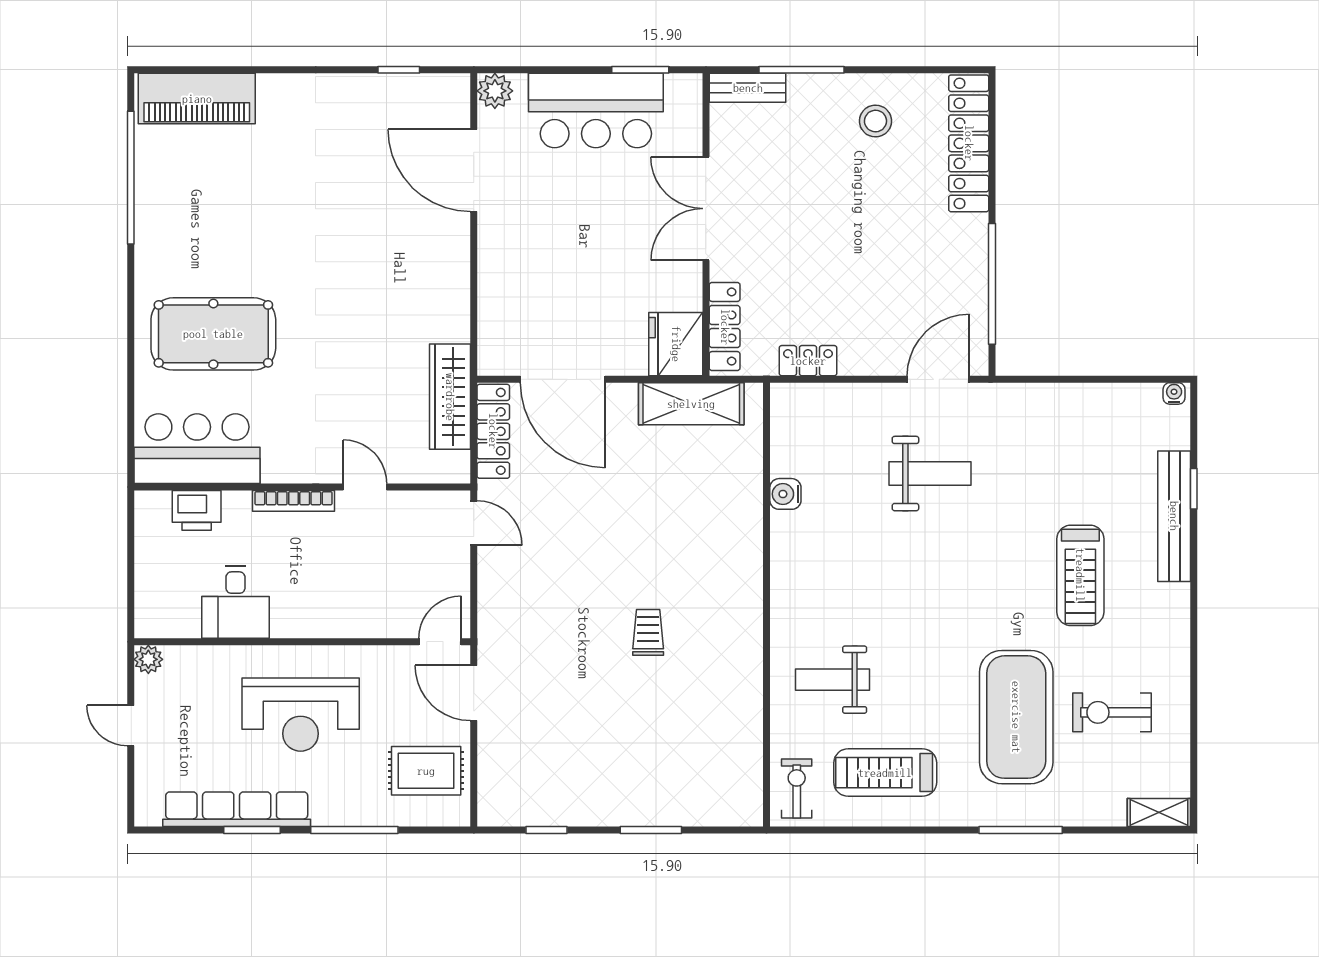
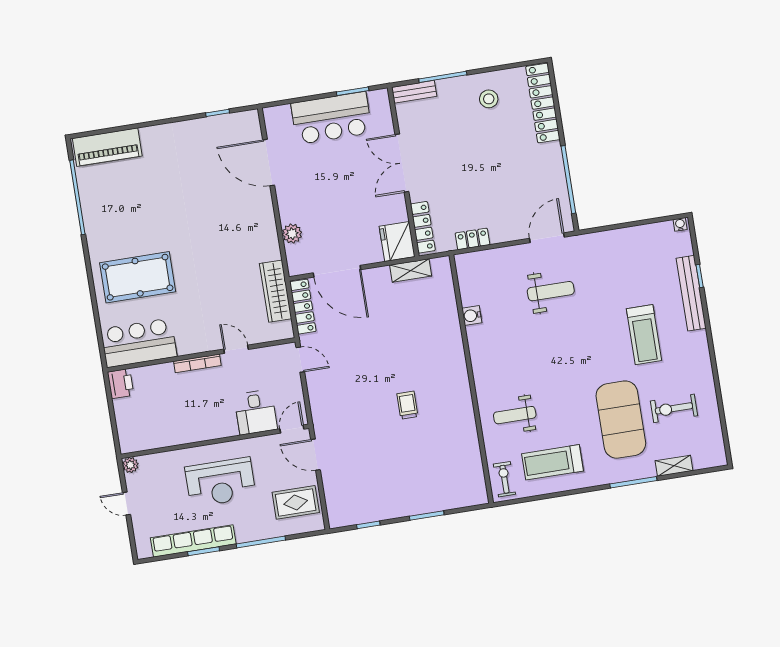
plant: (495, 91) -> (292, 234), moved
shelving: (691, 404) -> (411, 271), width x0.67, depth x0.75
printer: (197, 510) -> (121, 384), moved, turned -90
desk: (235, 602) -> (256, 412), moved
shelving: (1159, 813) -> (674, 466), moved

